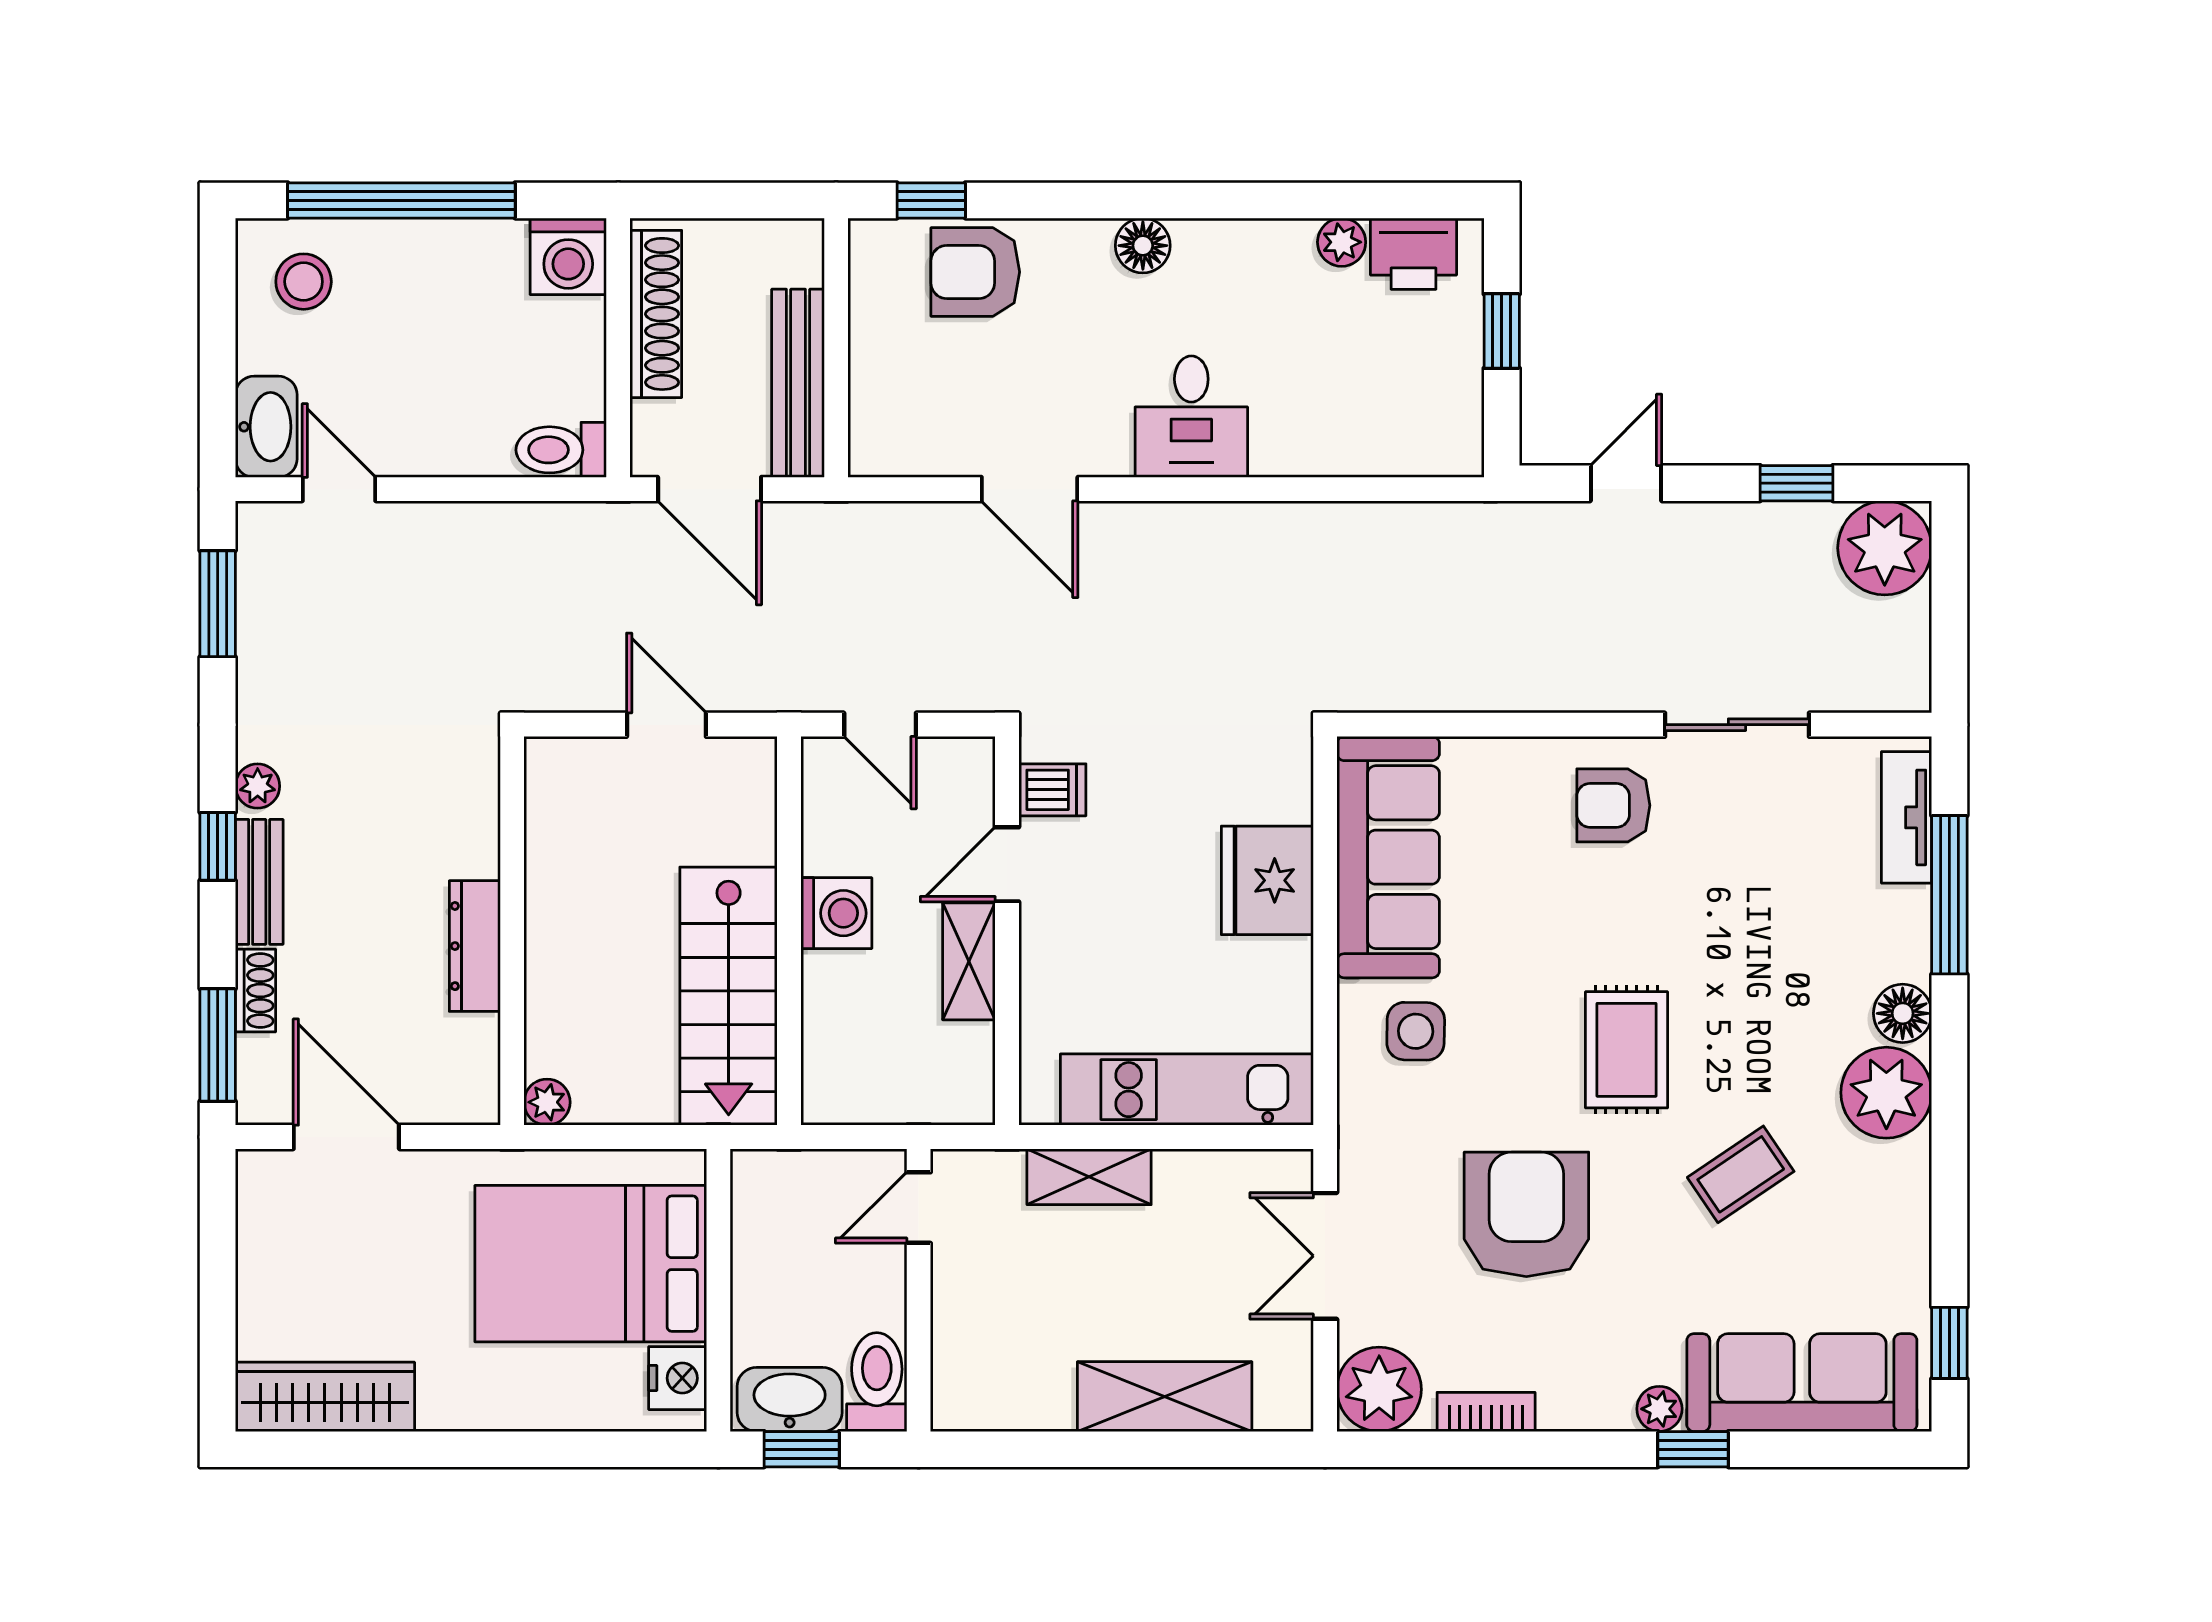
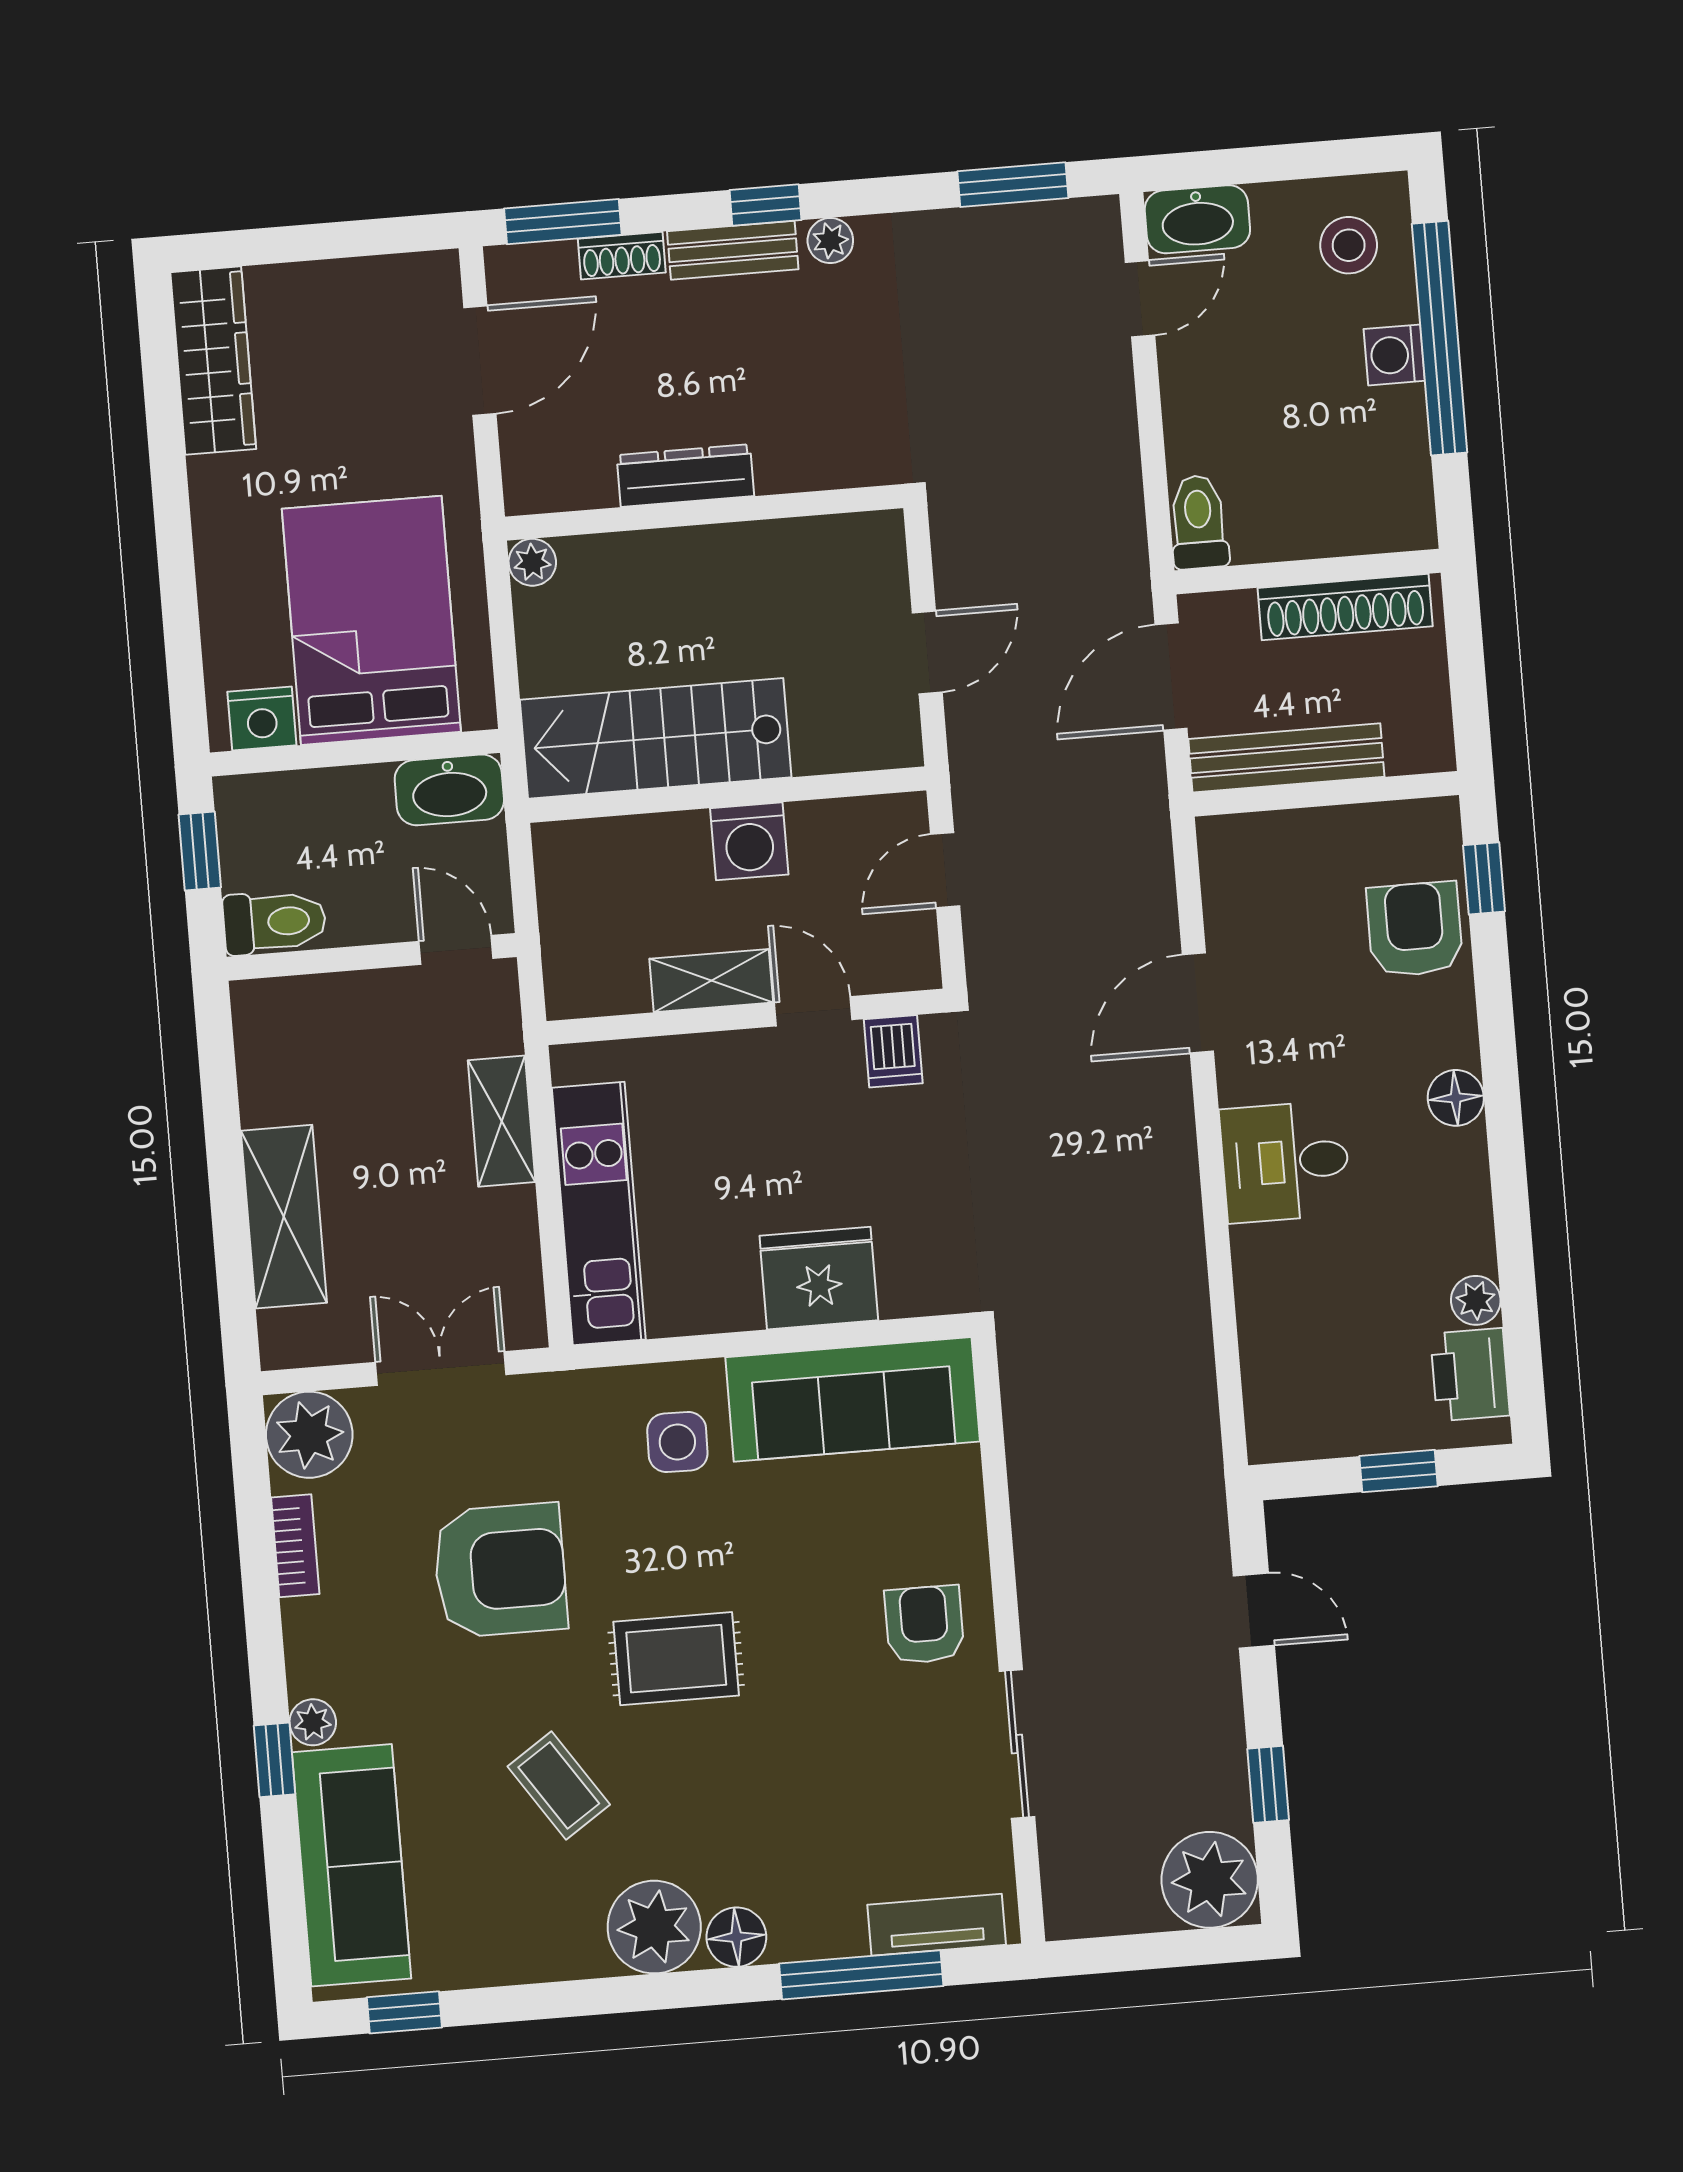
washing machine: (568, 256) -> (1394, 355), moved, width x0.73, depth x0.73
washbasin: (790, 1399) -> (449, 790), moved, turned 90

